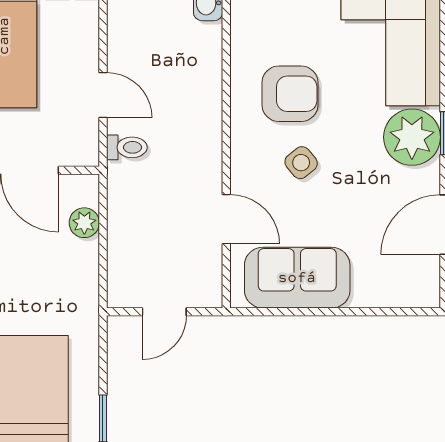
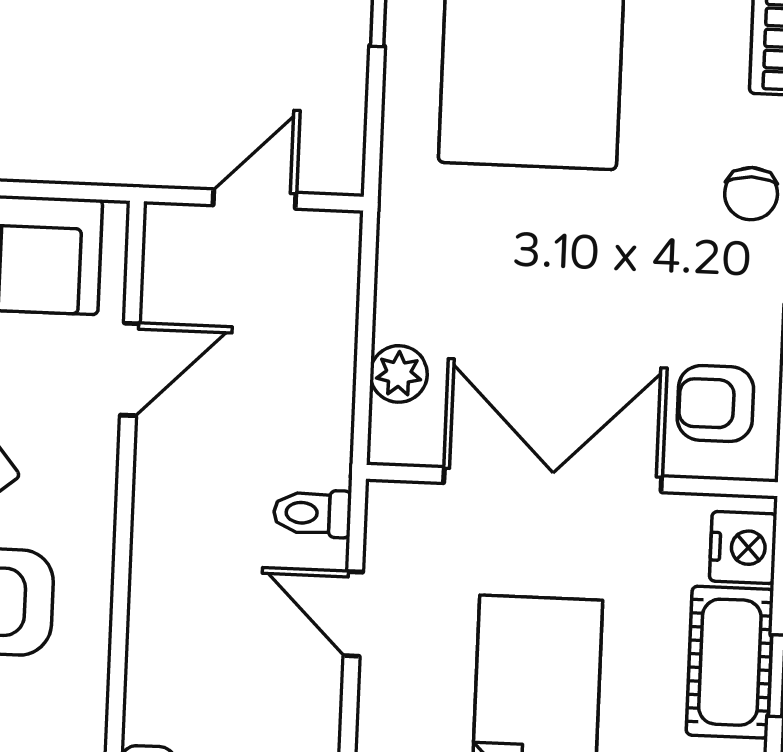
door: (226, 219) -> (130, 369), swing flipped

